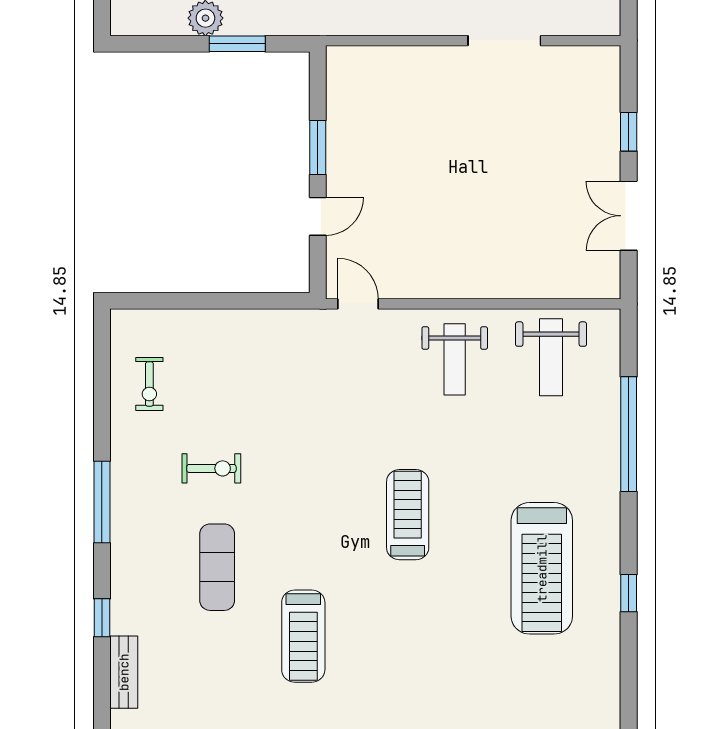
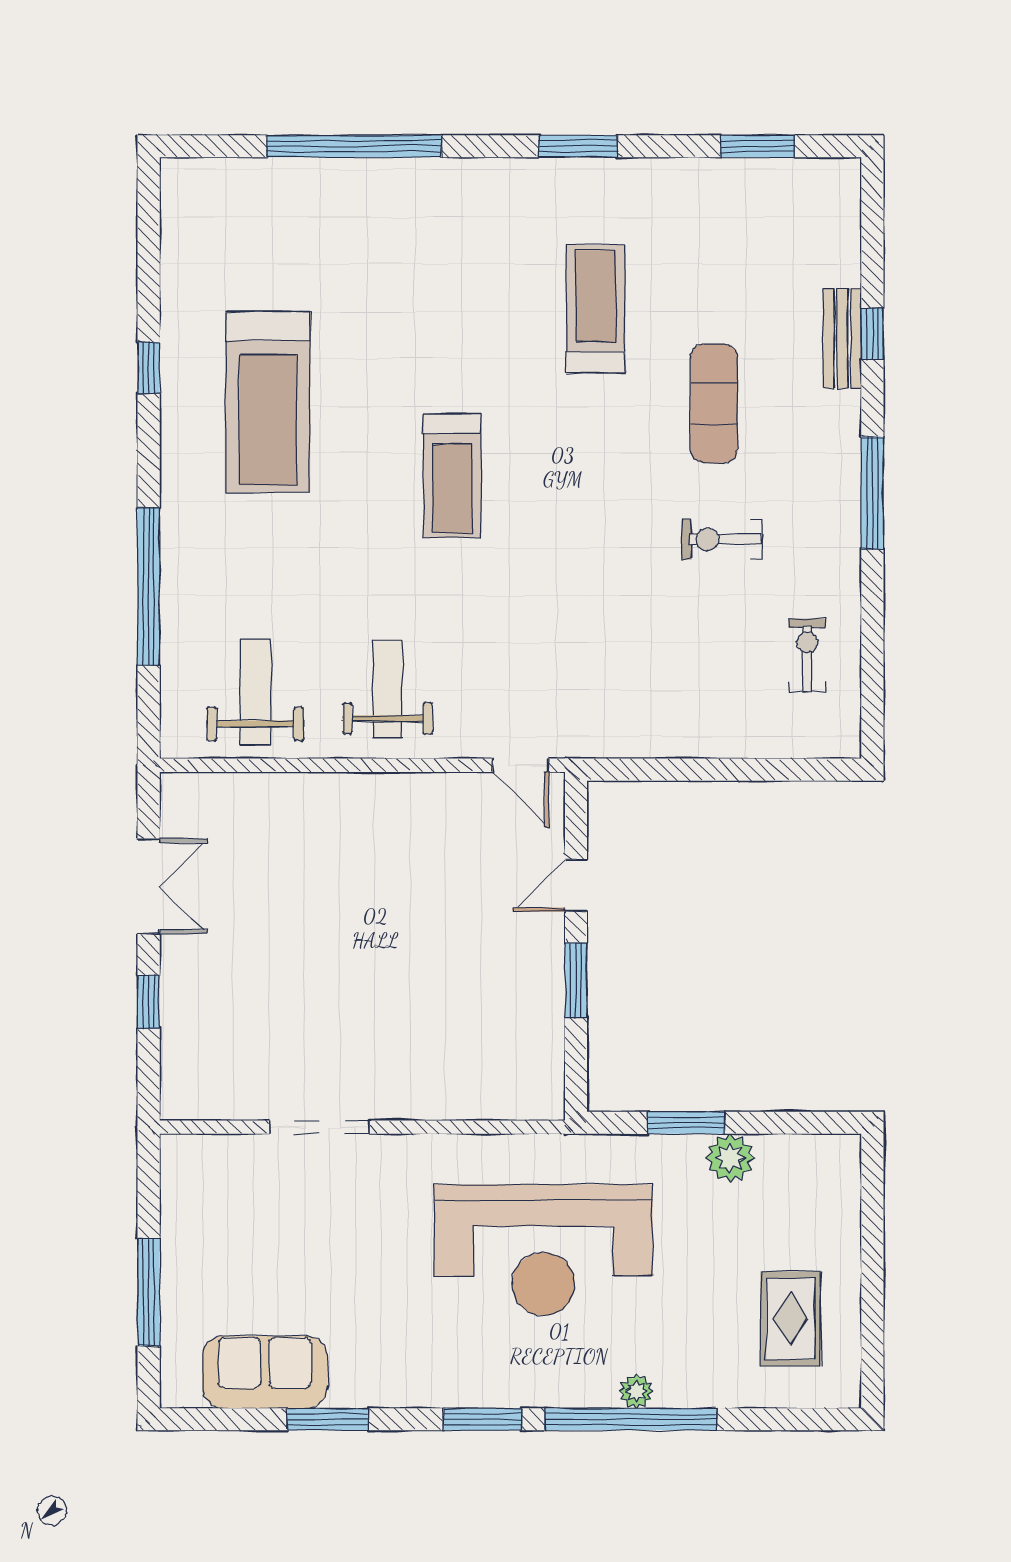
treadmill: (542, 568) -> (268, 402), turned 180
bench: (124, 672) -> (842, 338), moved

